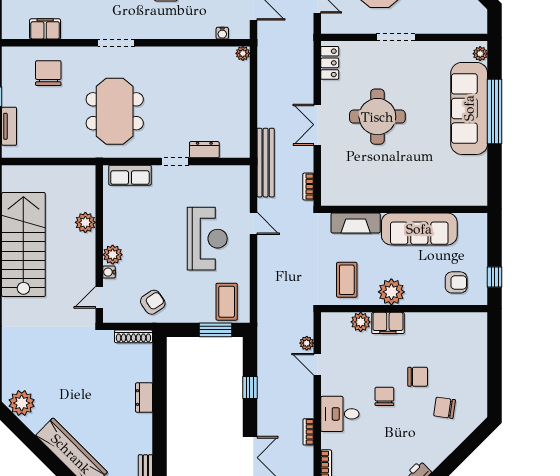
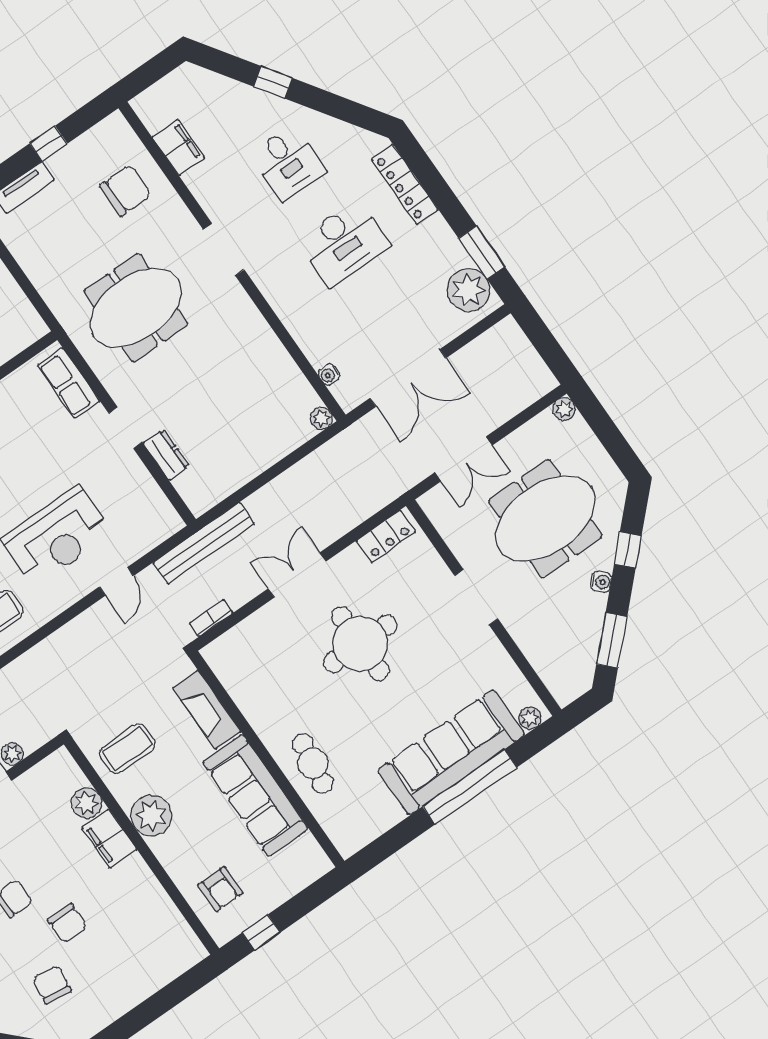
cafe table: (424, 186) -> (313, 763), added

